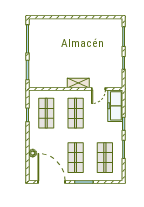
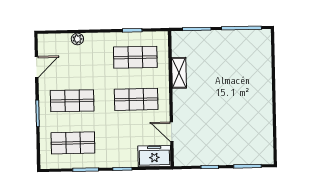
shelving: (78, 83) -> (179, 73), moved
freezer: (115, 106) -> (154, 156), width x0.71
door: (52, 182) -> (37, 67), width x0.53

